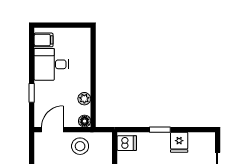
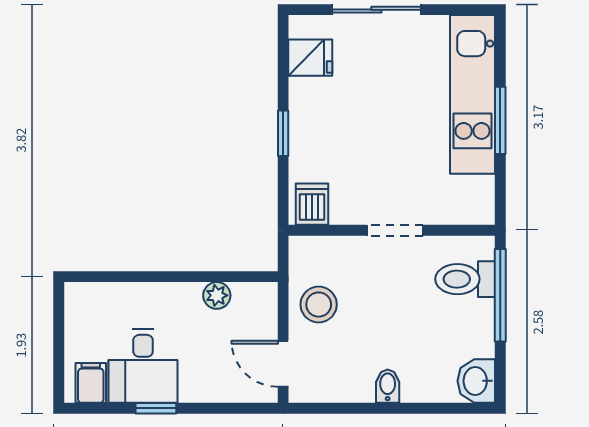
window: (32, 93) -> (156, 408), moved
floor lamp: (85, 121) -> (265, 295), removed
fridge: (179, 142) -> (310, 58), moved

